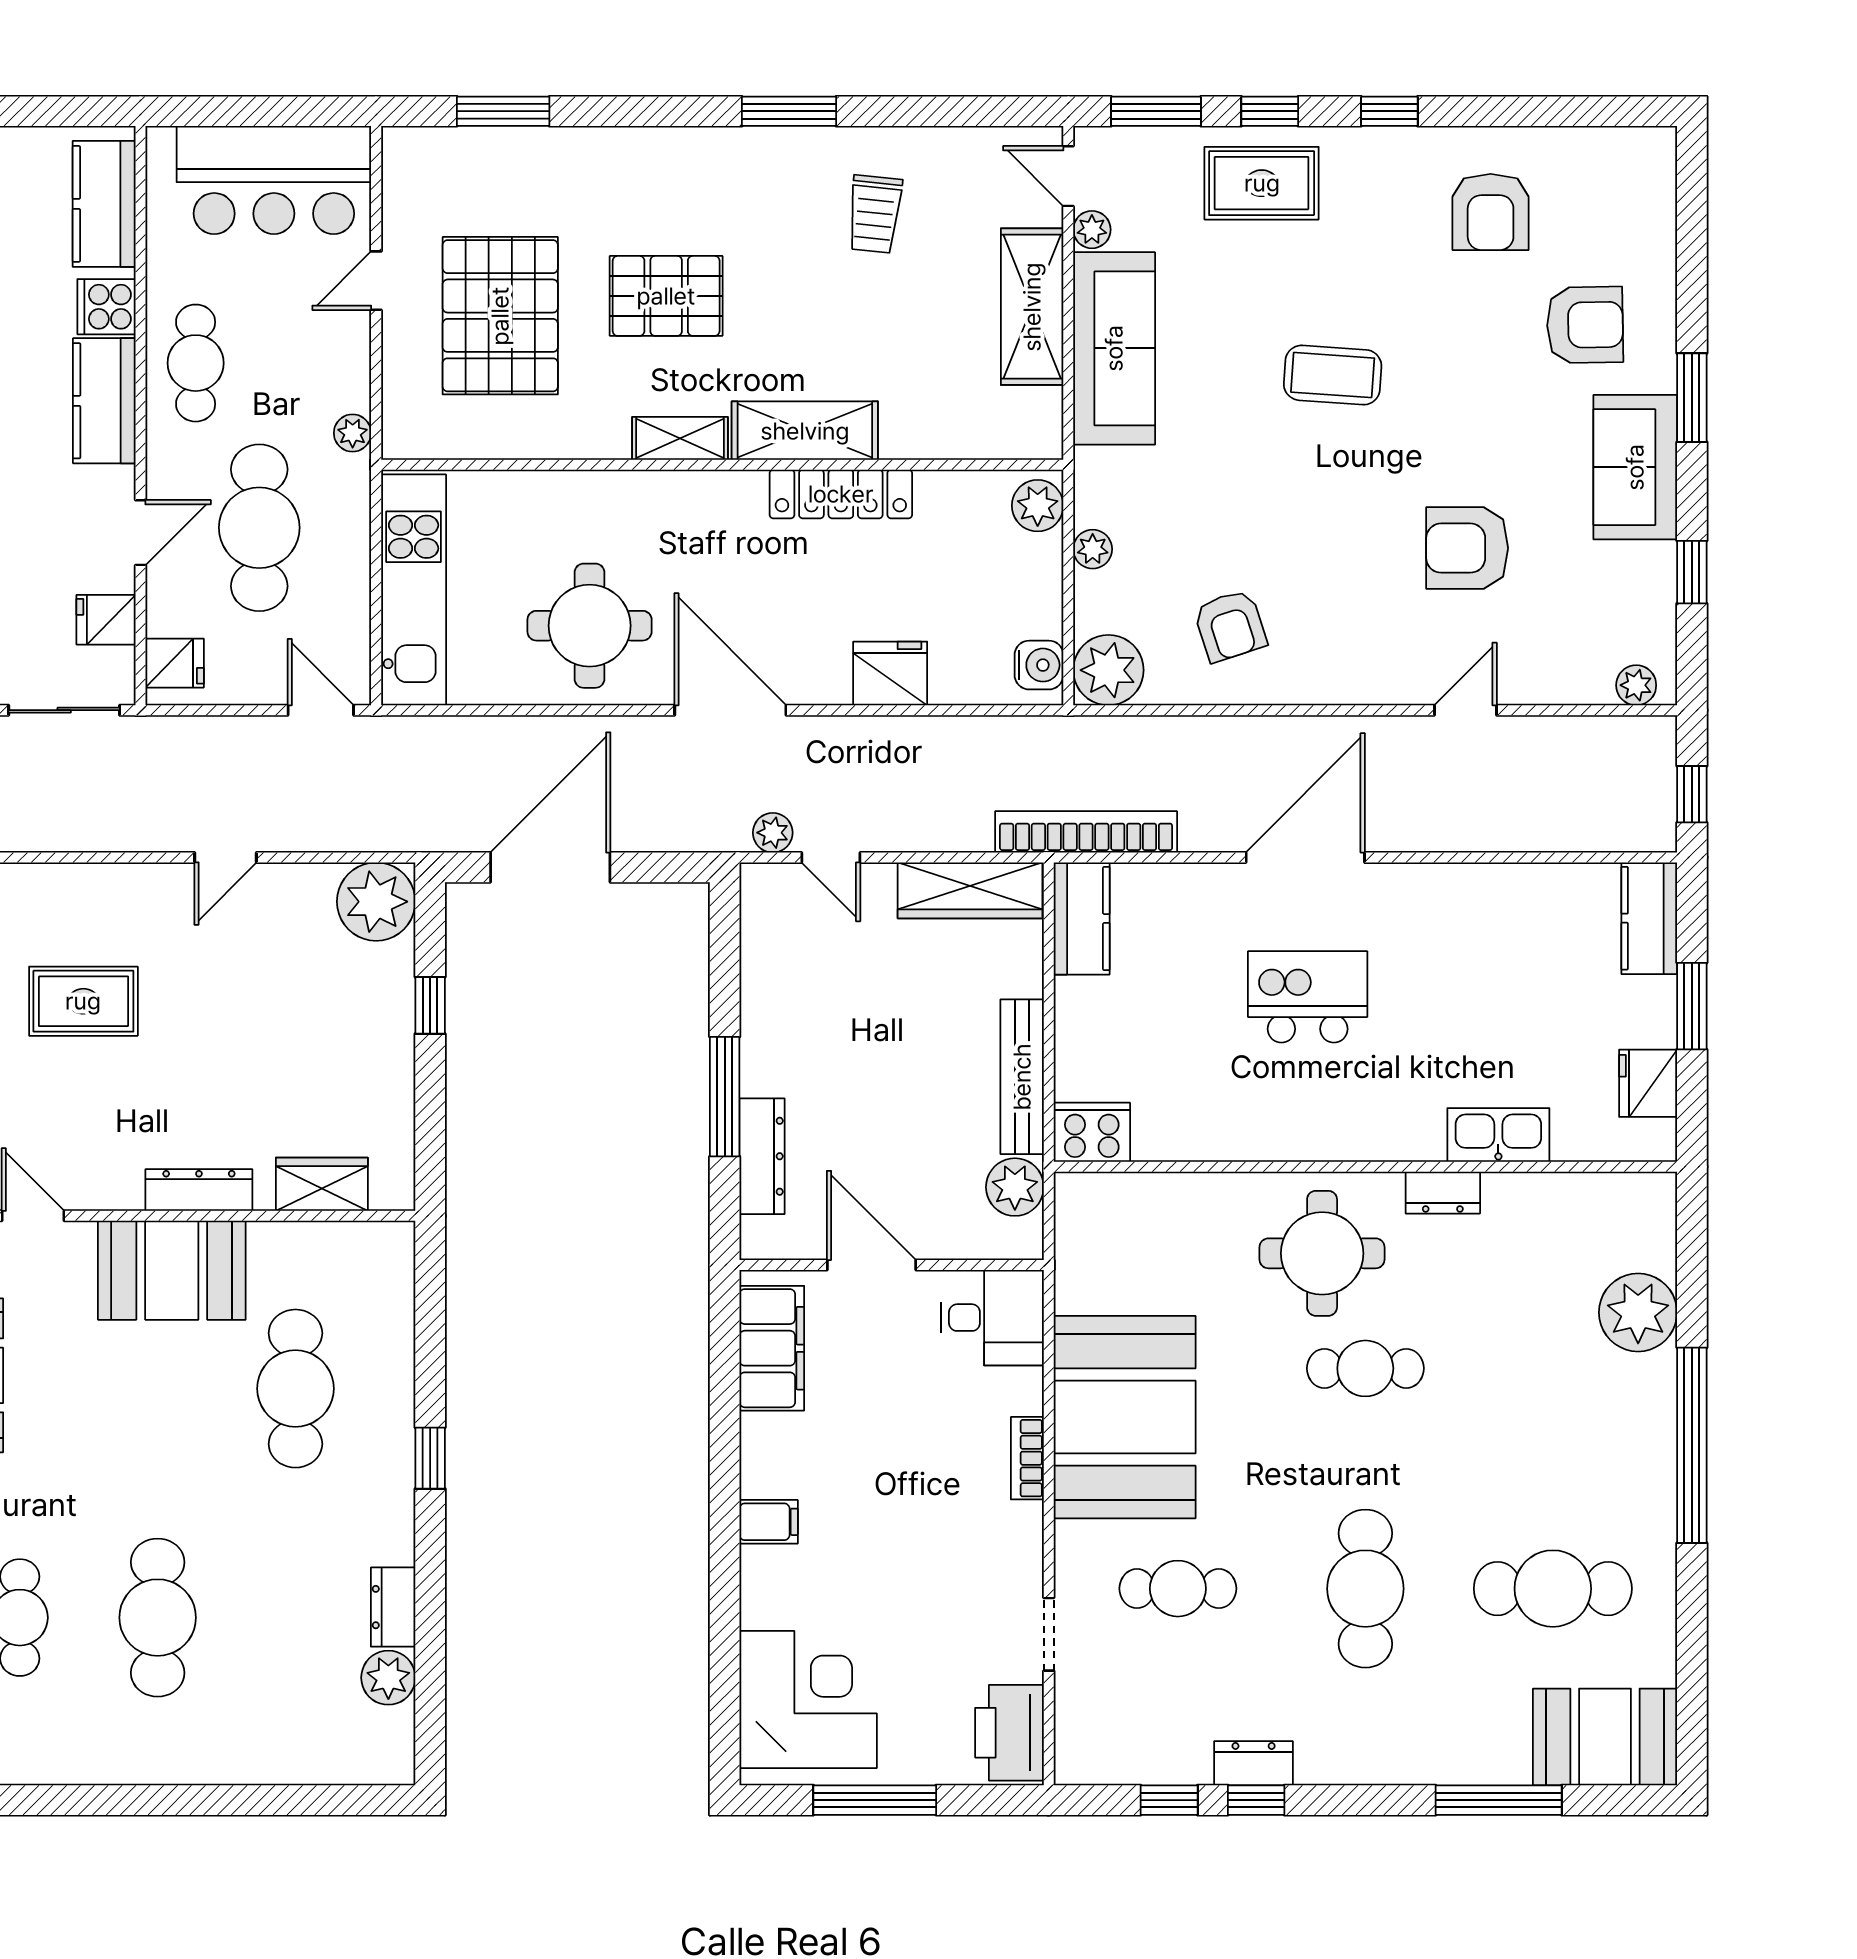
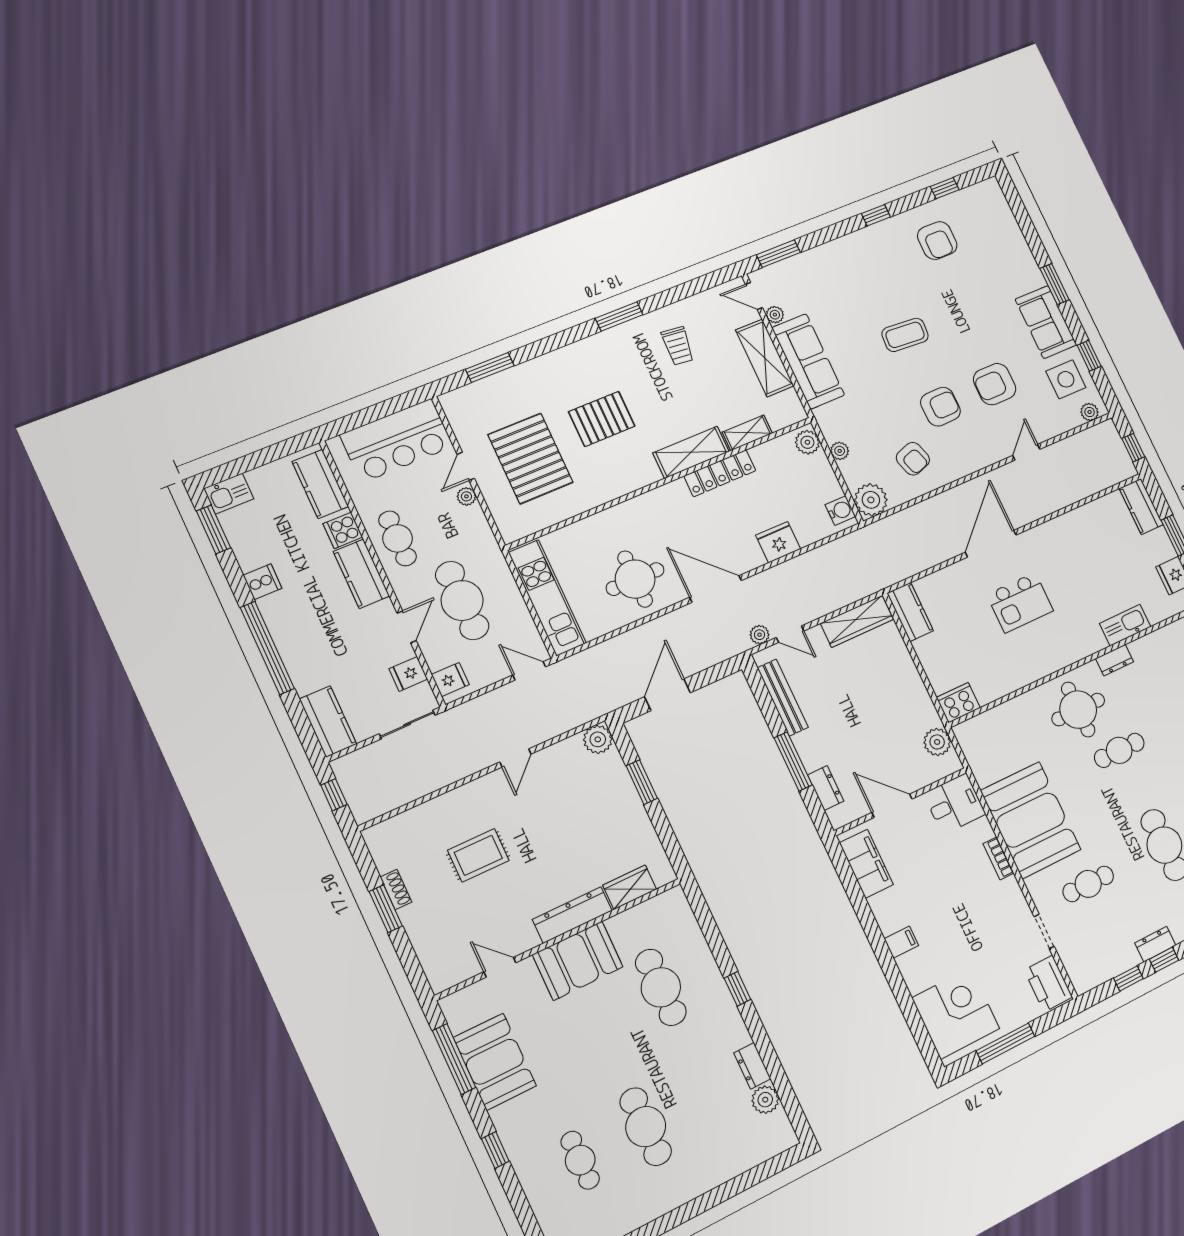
window: (1270, 111) -> (945, 188), moved
rug: (1262, 183) -> (837, 266), removed
armchair: (1585, 325) -> (940, 407), moved
plant: (353, 433) -> (466, 496), moved
shelving: (680, 438) -> (747, 433), moved
side table: (1620, 599) -> (1066, 379), added
bookcase: (1086, 832) -> (894, 574), removed
door: (550, 867) -> (668, 695), width x0.73
plant: (376, 902) -> (598, 739), width x0.73, depth x0.73
kitchen island: (1308, 997) -> (1020, 603), turned 180
window: (430, 1005) -> (642, 782), width x1.50
bench: (1022, 1077) -> (783, 698), moved
dresser: (762, 1156) -> (826, 788), width x0.70
dresser: (199, 1190) -> (572, 915), width x1.37, depth x1.24

